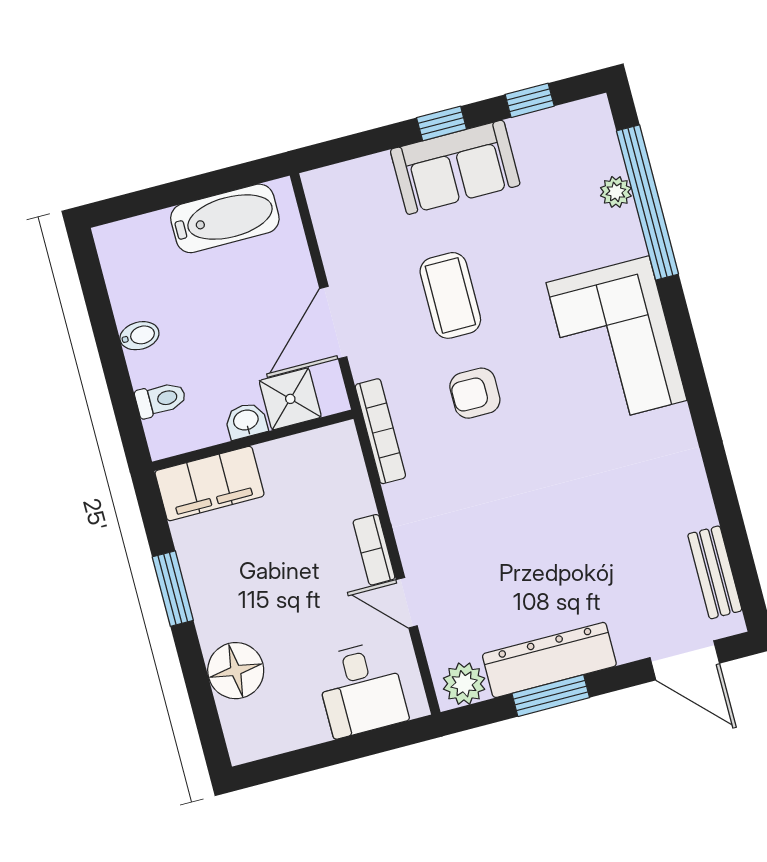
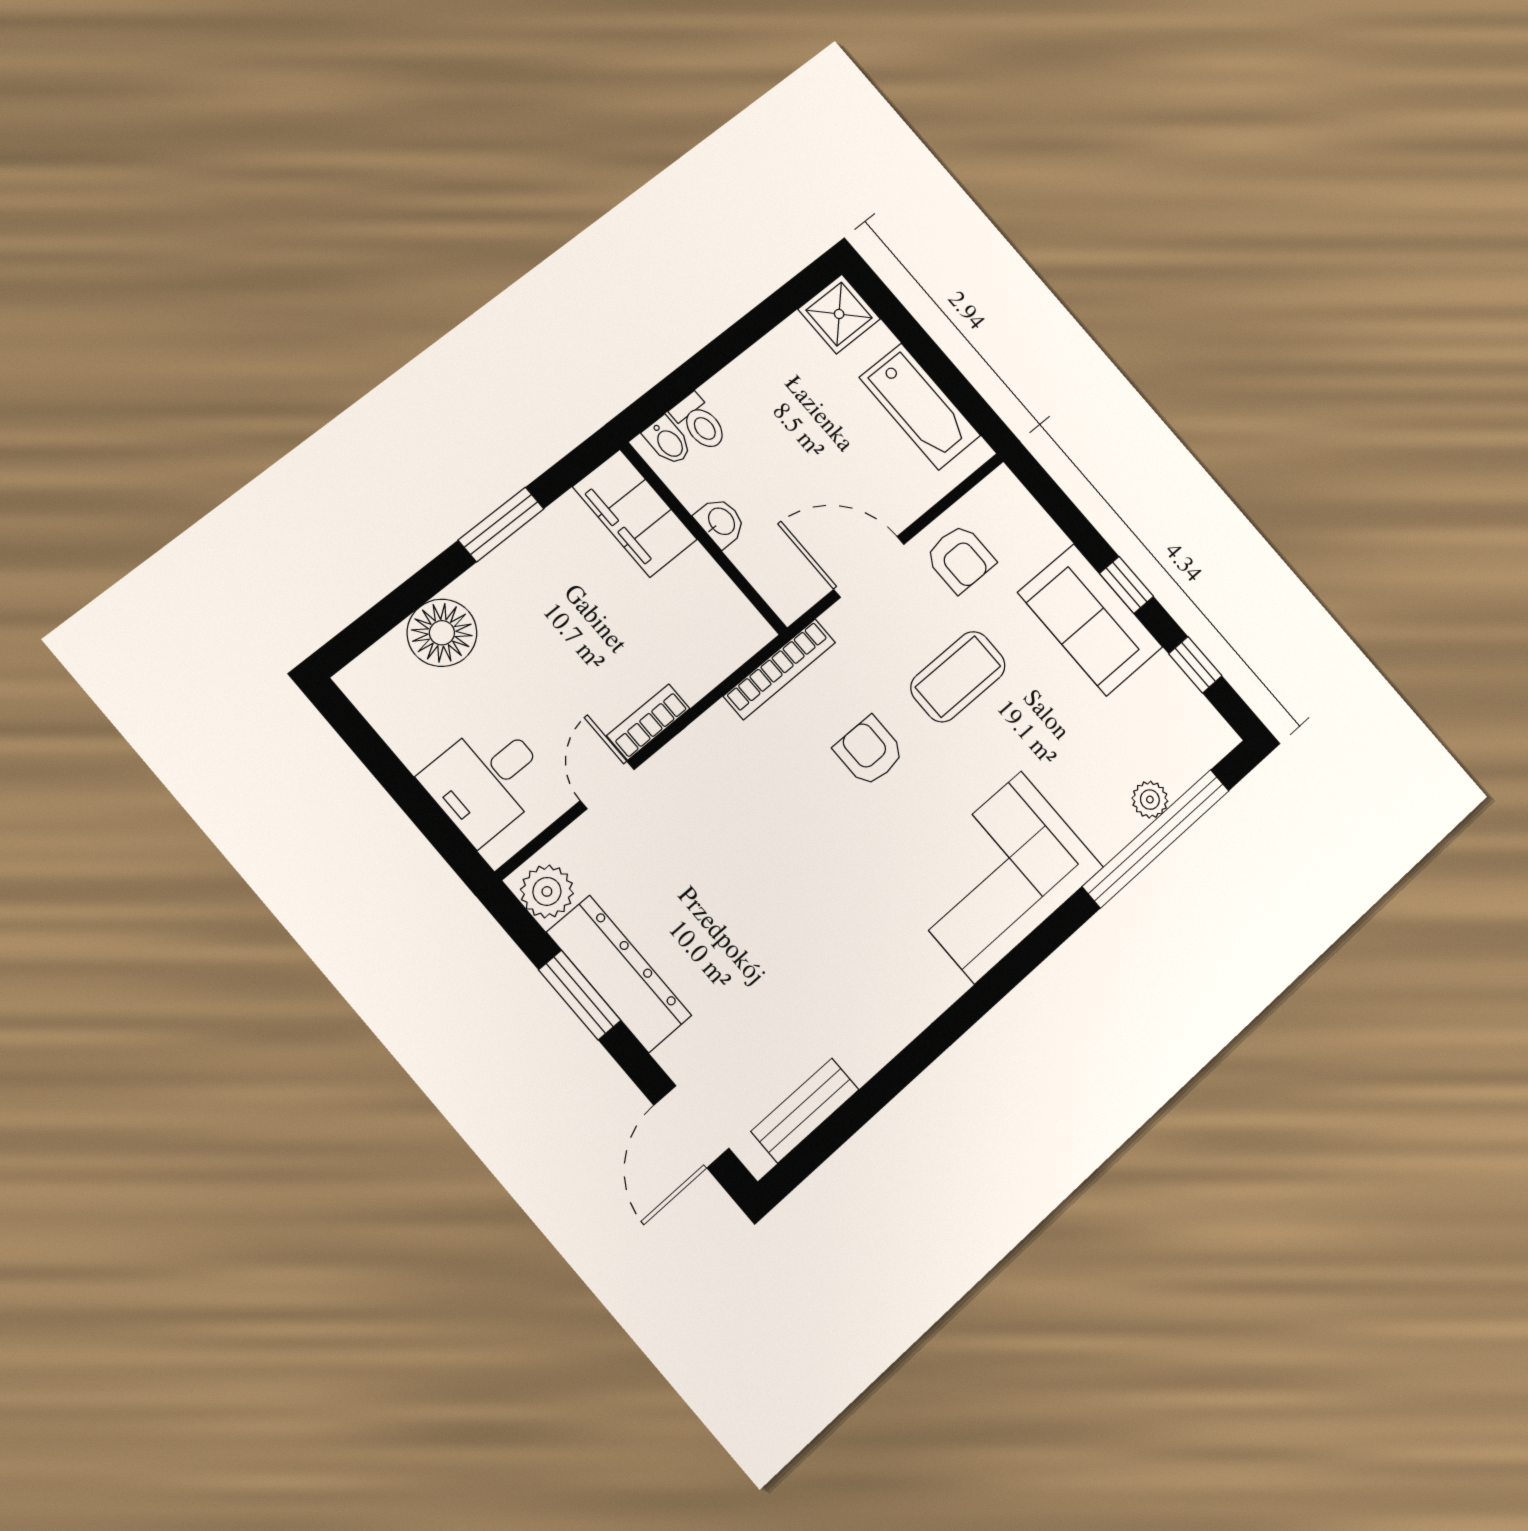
armchair: (360, 247) -> (960, 558), added
bidet: (139, 336) -> (668, 441), moved
shower: (290, 399) -> (839, 314), moved

